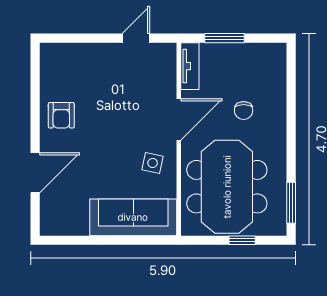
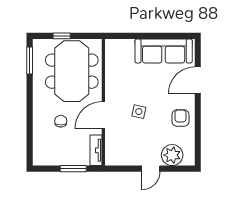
door: (136, 38) -> (151, 169), moved
plant: (74, 59) -> (172, 155), added
side table: (153, 163) -> (139, 112), moved
sofa: (133, 217) -> (164, 51), moved

